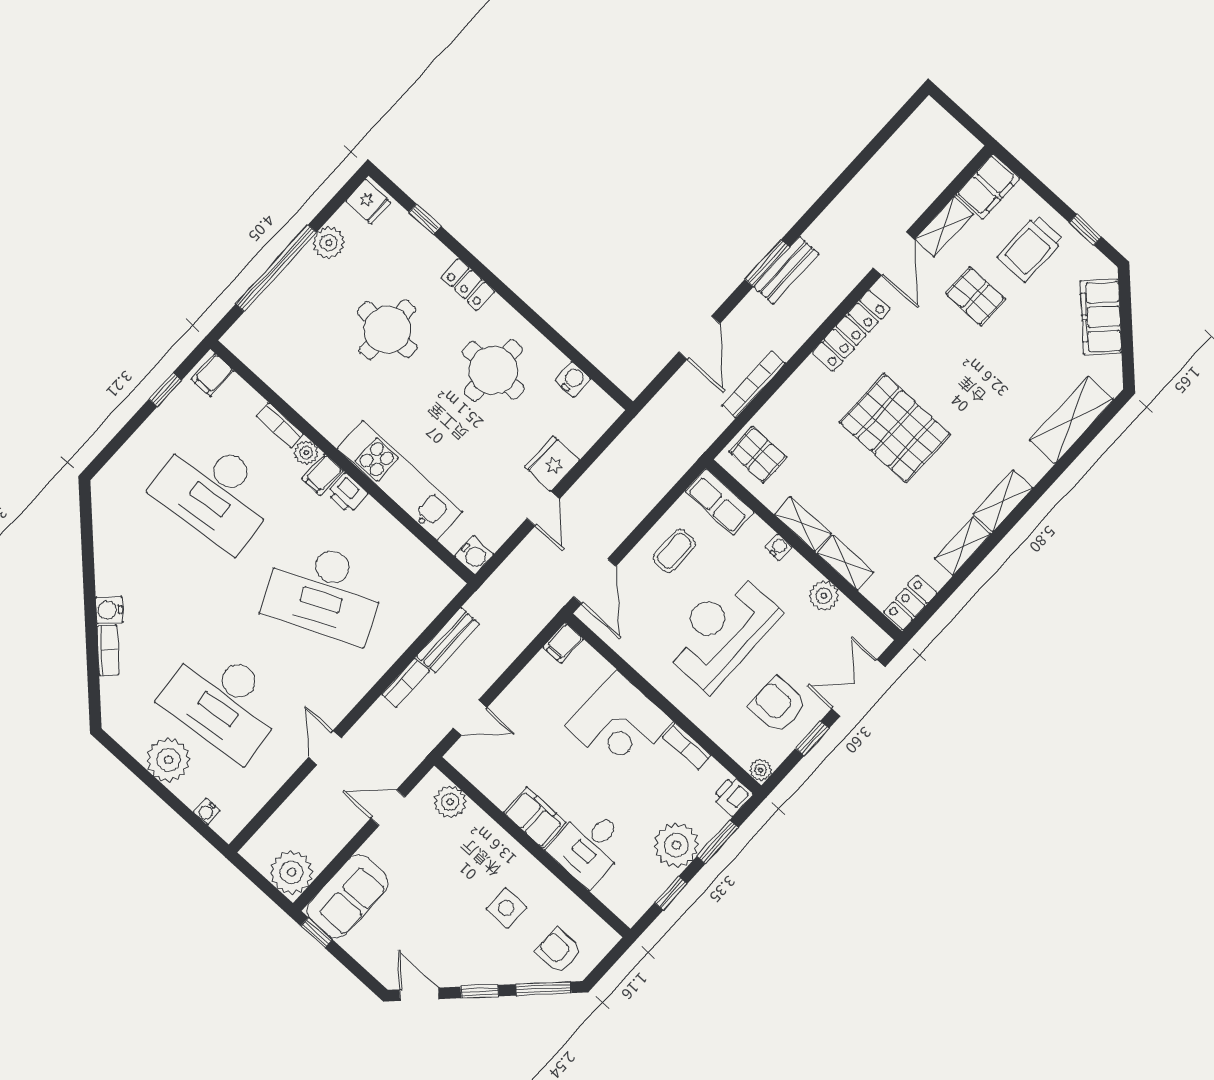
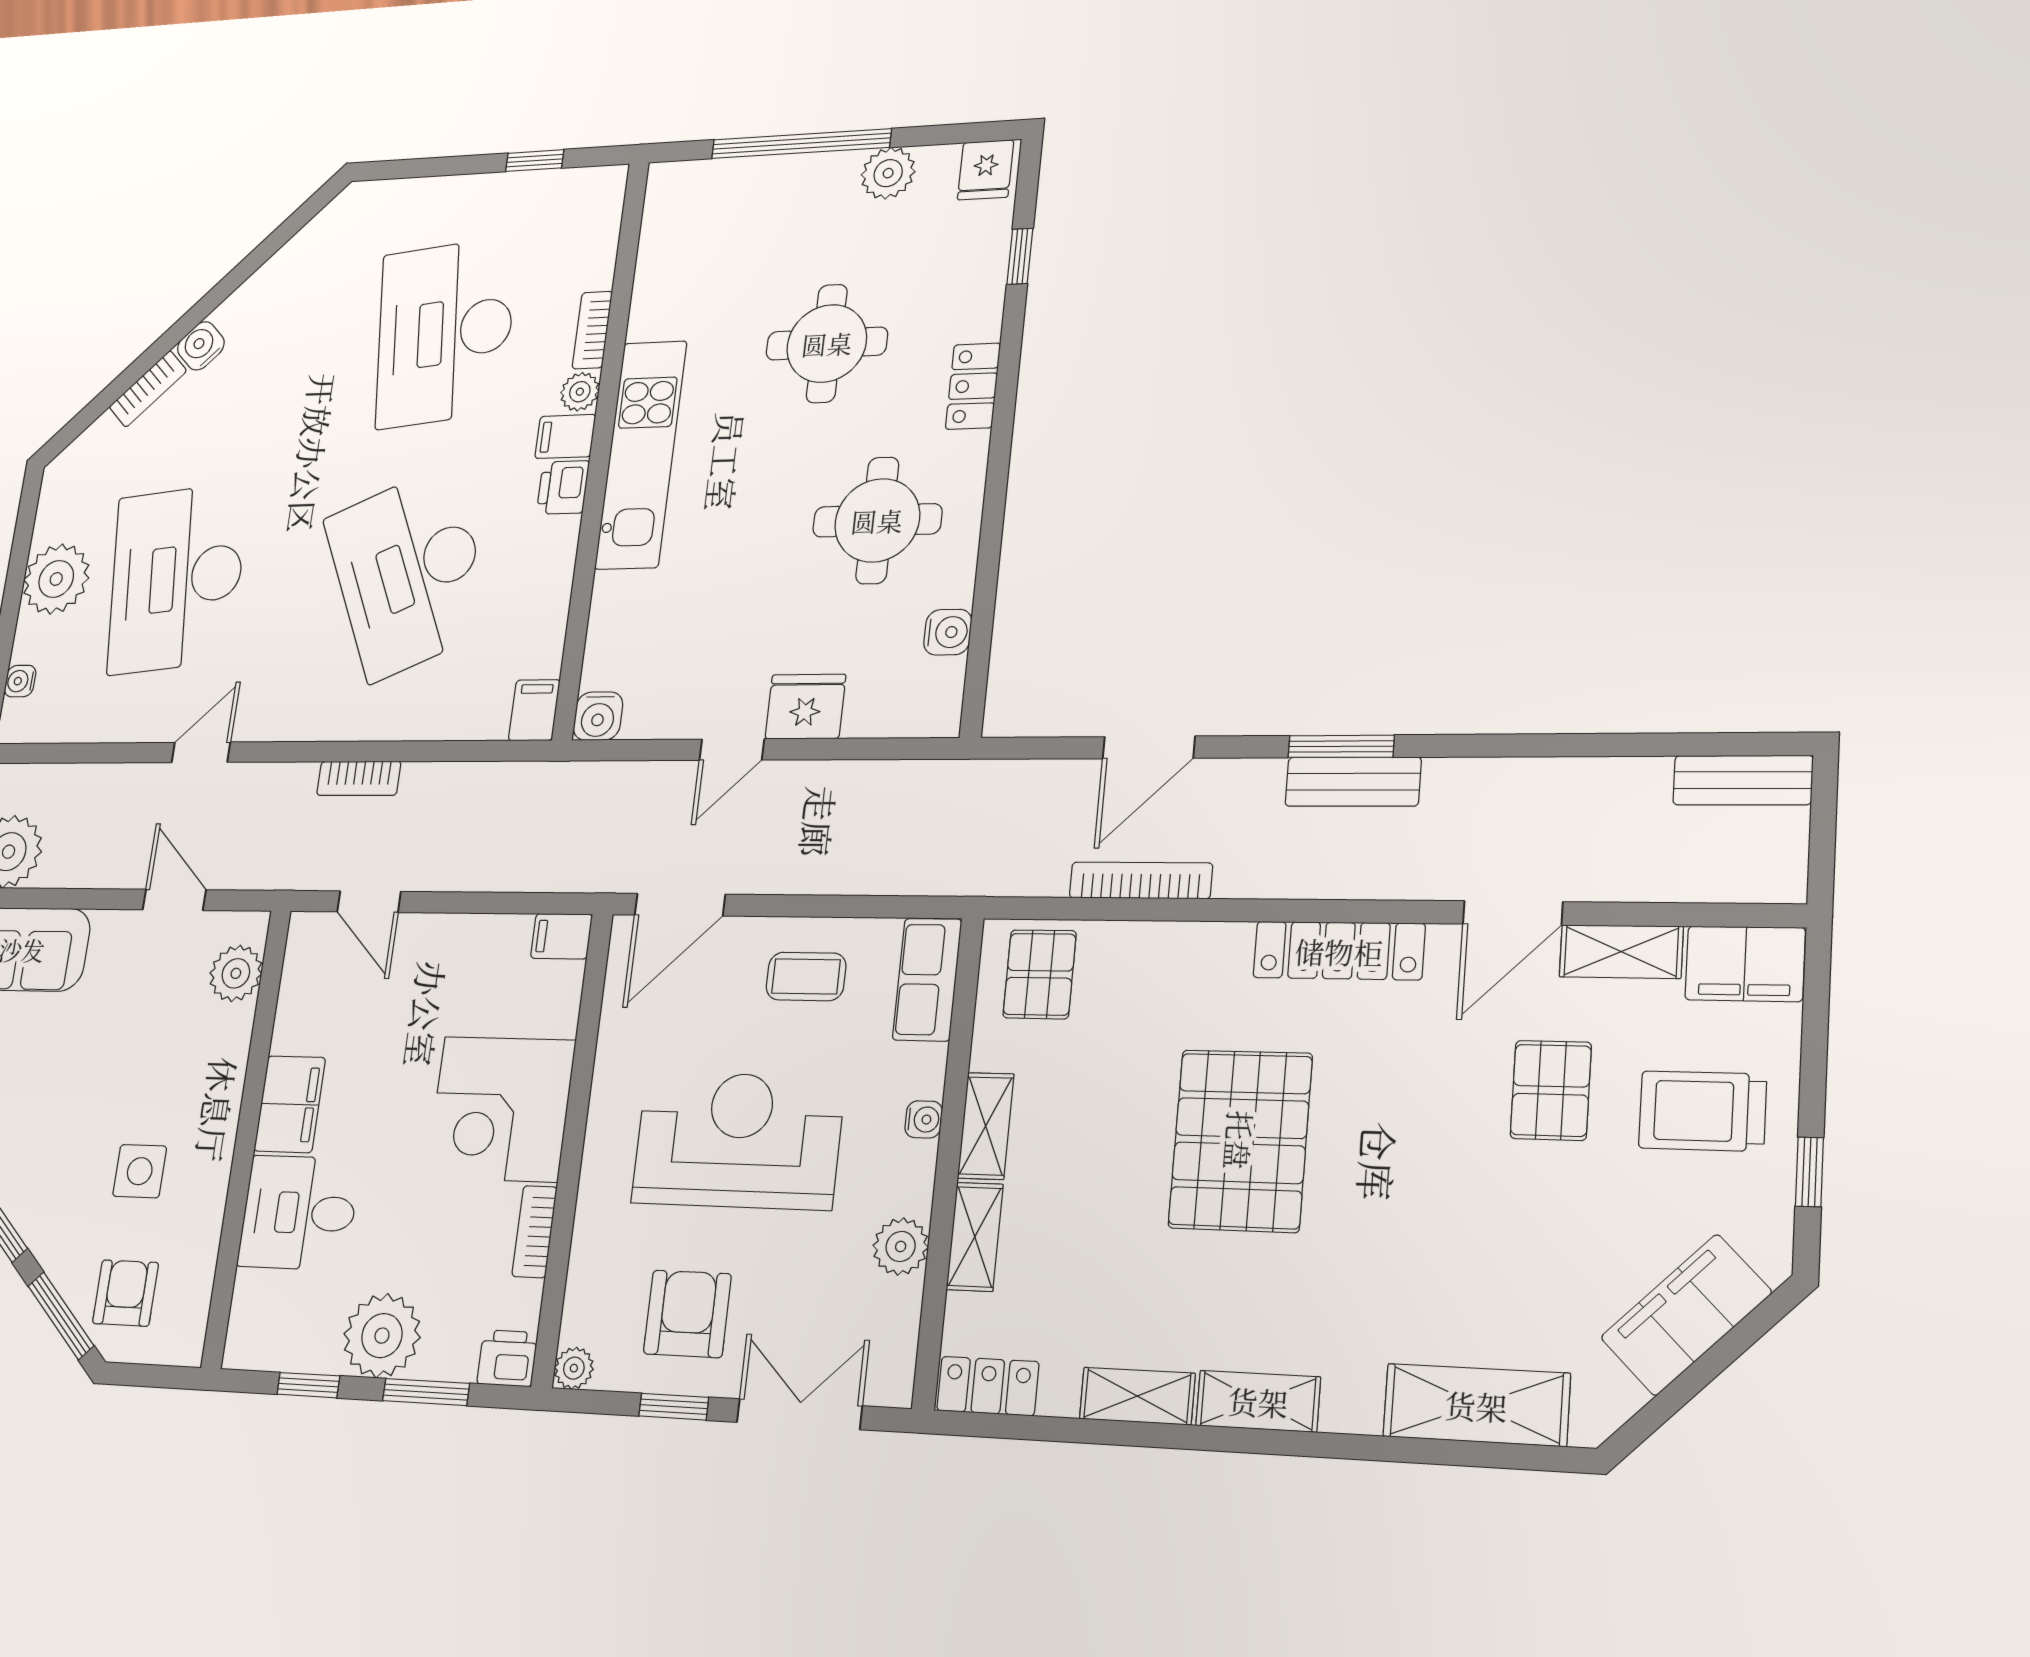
filing cabinet: (213, 375) -> (534, 710), moved, turned 90
kitchen unit: (400, 480) -> (641, 454), moved
bench: (448, 640) -> (1743, 780), moved

